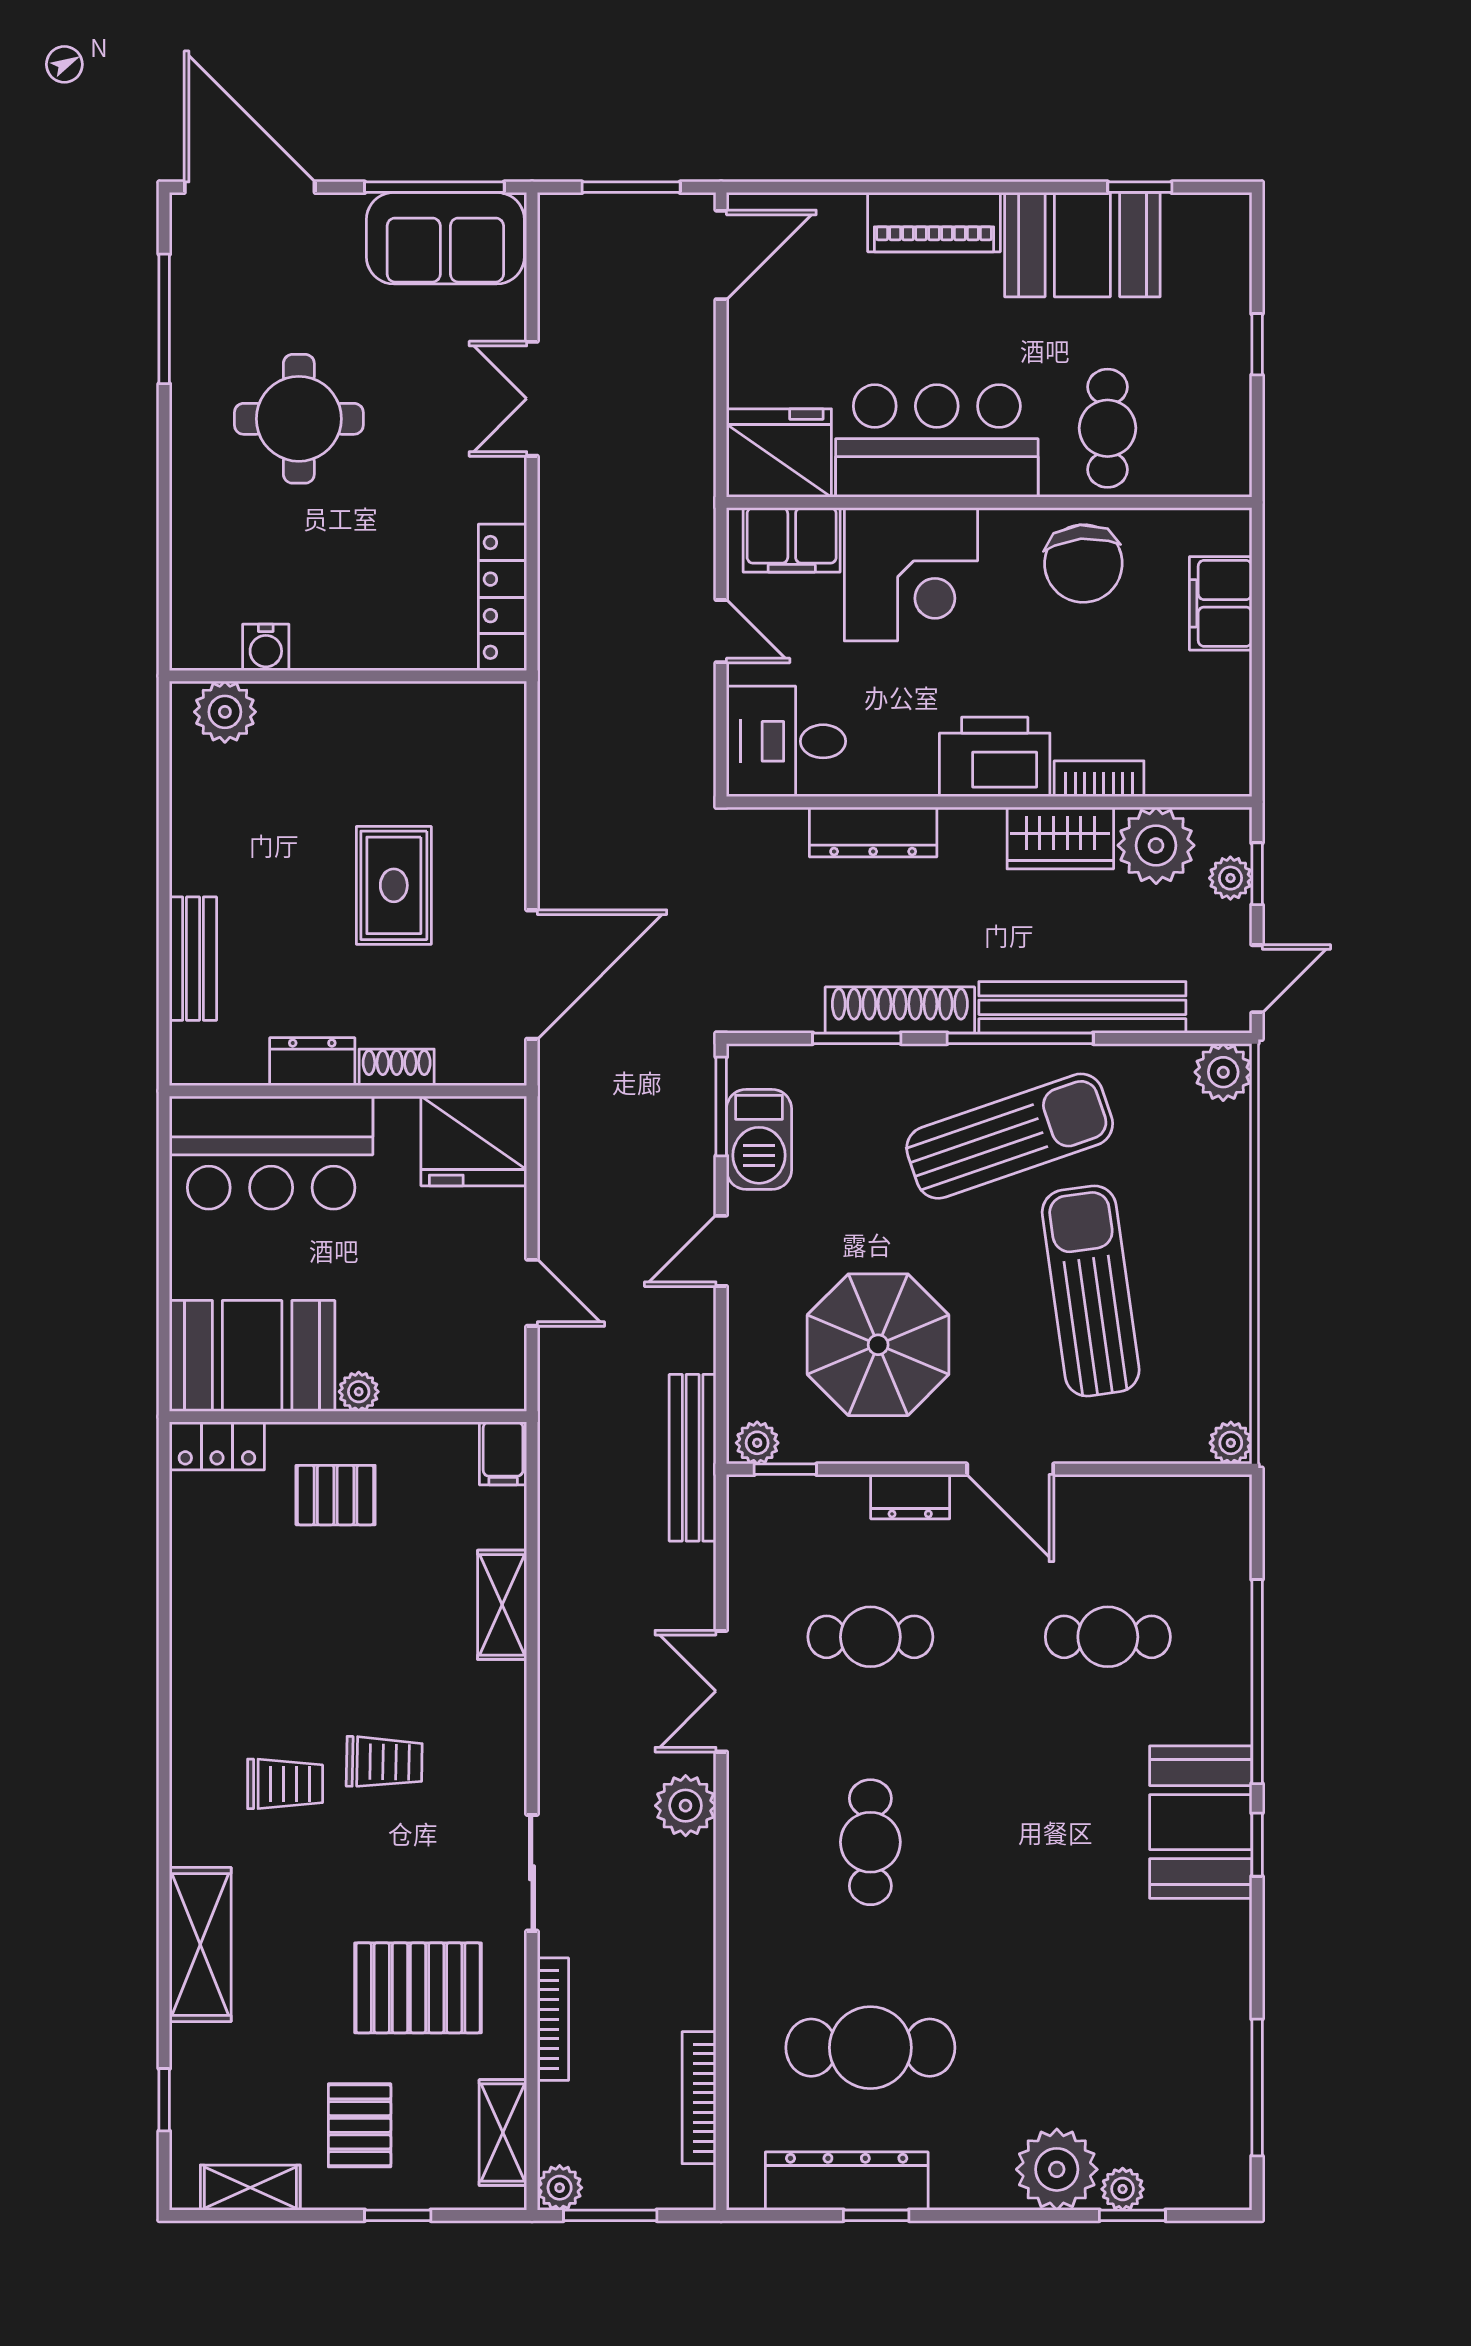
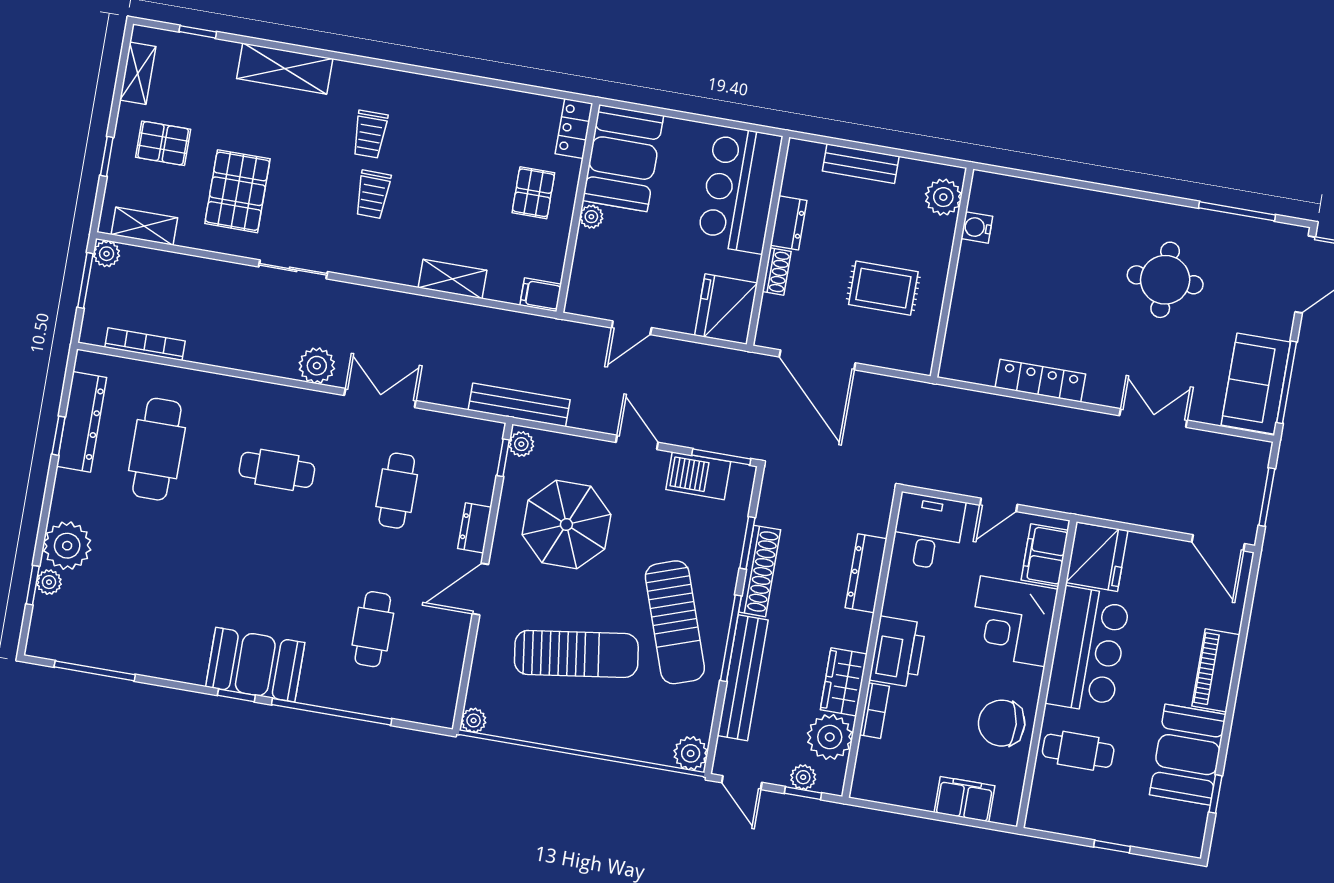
water cooler: (266, 647) -> (977, 227), moved
wall: (348, 676) -> (952, 273), moved
plant: (225, 712) -> (943, 197), moved
bookcase: (553, 2019) -> (206, 267), removed

